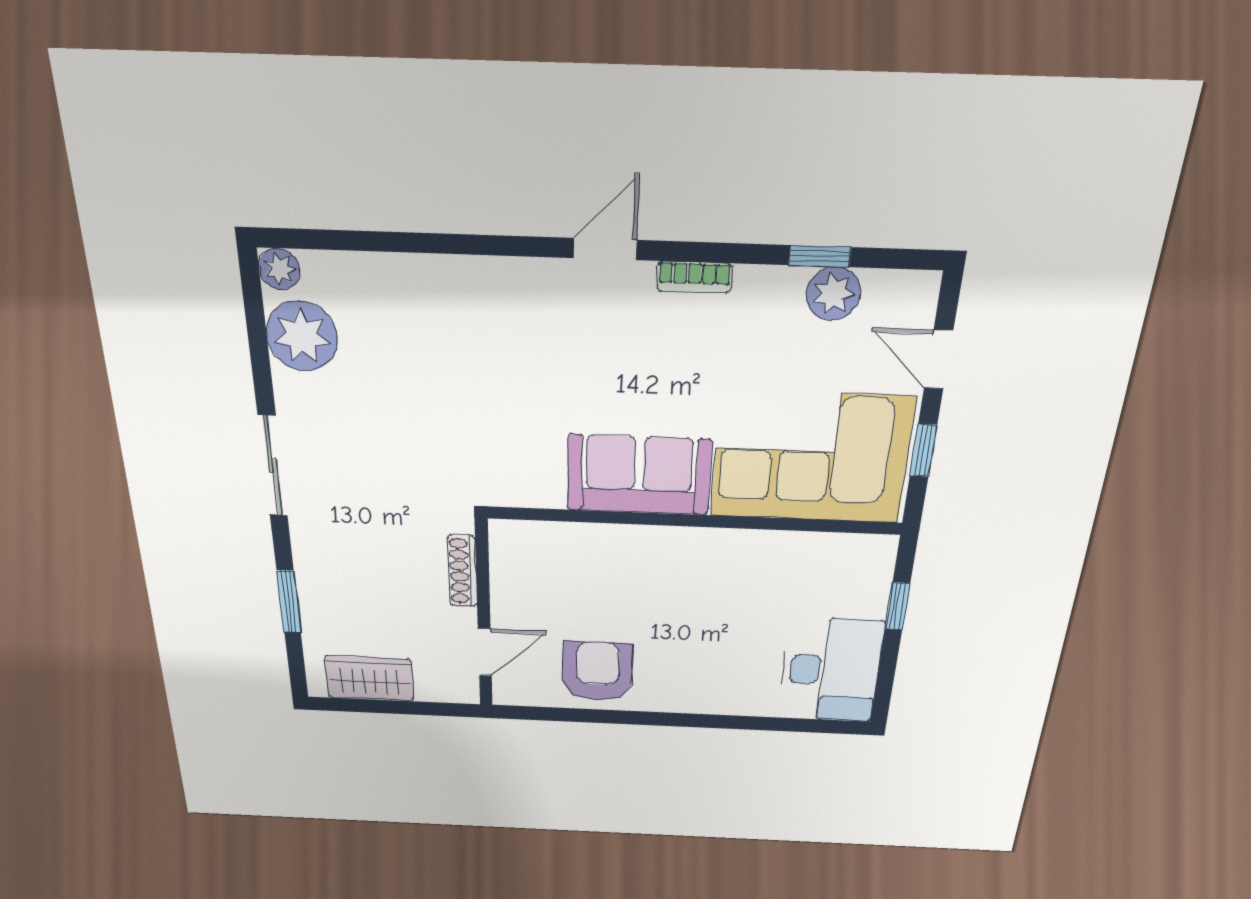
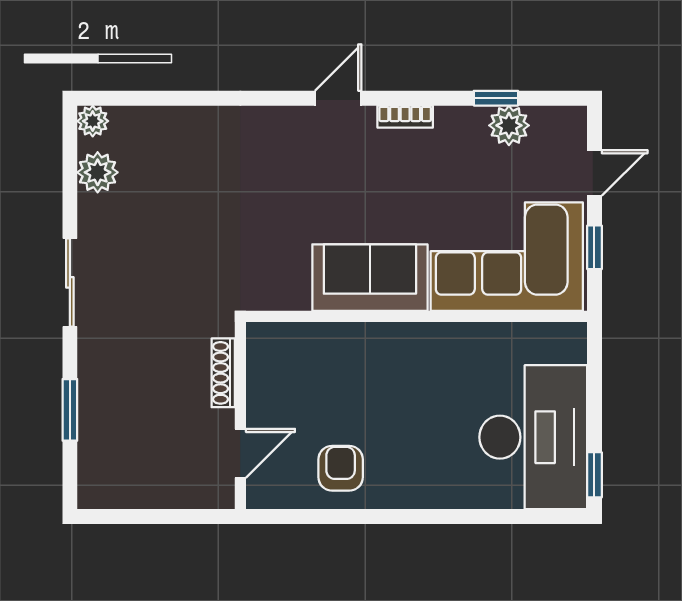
plant: (302, 336) -> (98, 172), width x0.73, depth x0.73
door: (938, 360) -> (594, 173), swing flipped
window: (897, 606) -> (594, 475), moved
desk: (831, 670) -> (533, 437), width x1.36, depth x1.30
armchair: (597, 671) -> (341, 468), width x0.72, depth x0.72
wardrobe: (370, 678) -> (135, 486), removed

